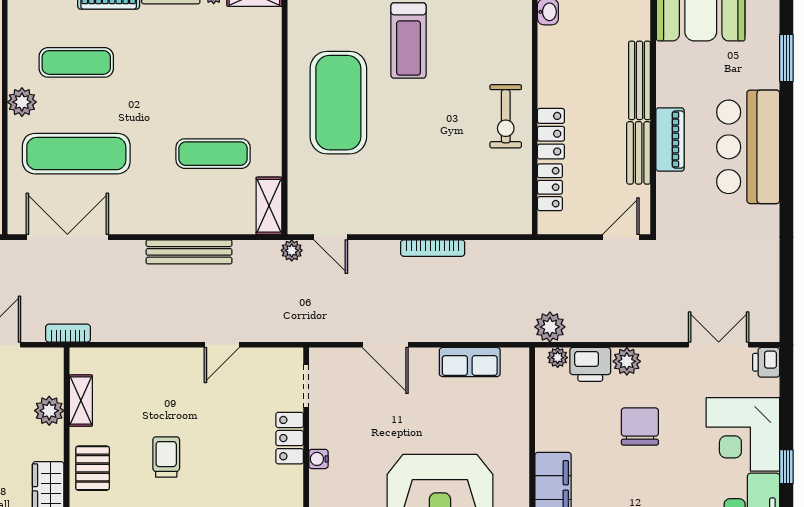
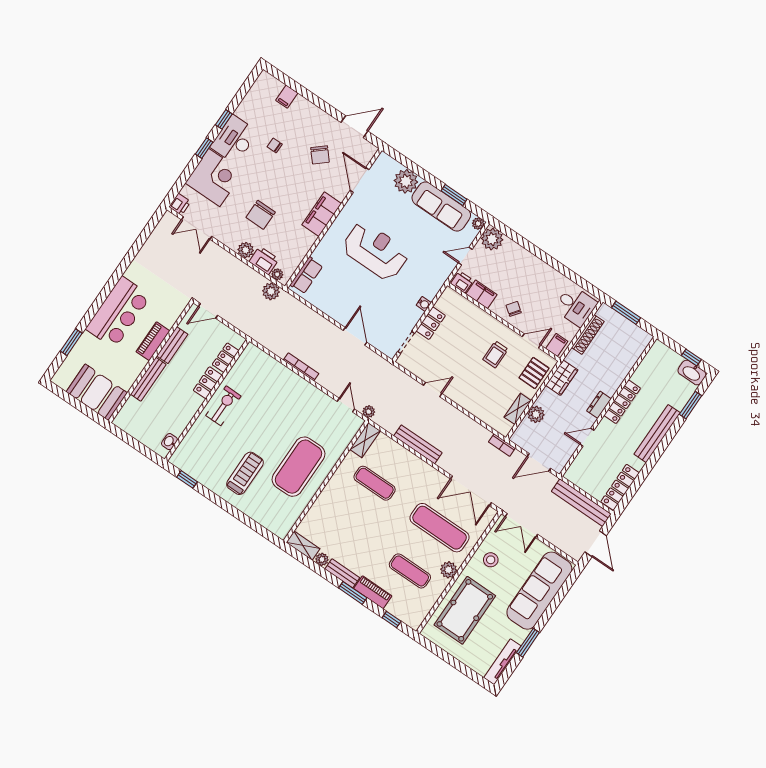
row of seats: (470, 362) -> (306, 275), moved, turned 90

